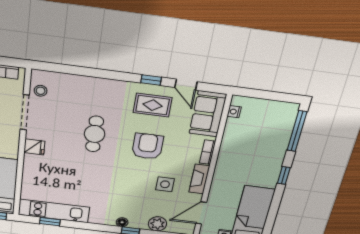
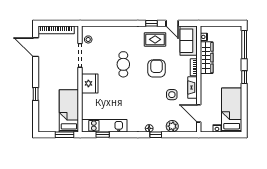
wardrobe: (231, 142) -> (207, 58), added
fridge: (34, 147) -> (90, 83), width x1.88, depth x1.34
door: (201, 213) -> (199, 113), hinge flipped

